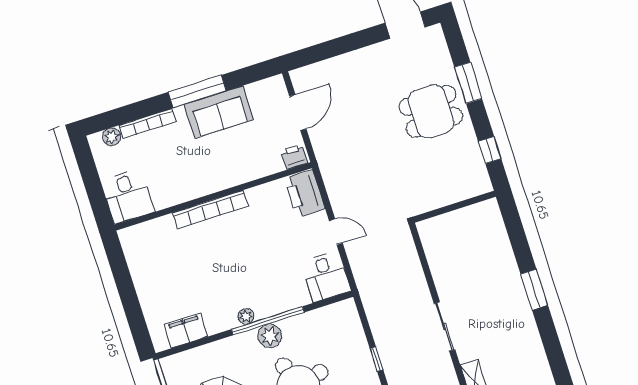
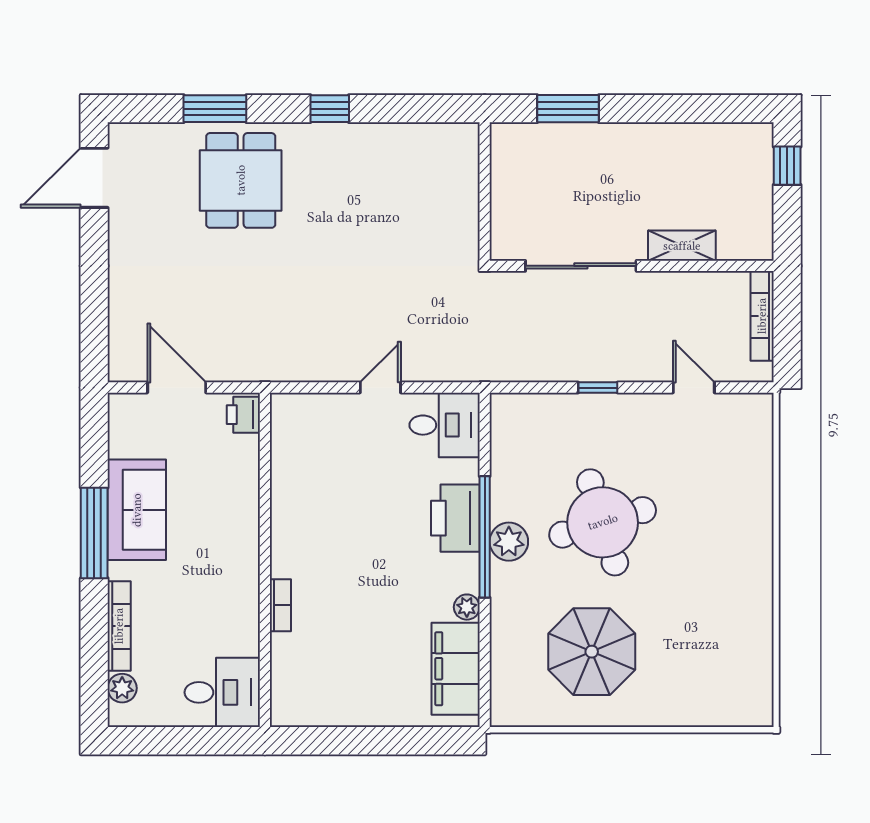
printer: (305, 193) -> (455, 518), moved, turned 90
wall: (454, 207) -> (485, 191), moved
bookcase: (210, 209) -> (280, 605), width x0.43, depth x0.76
plant: (246, 316) -> (467, 607), moved
sliding door: (445, 326) -> (581, 266), width x1.37
filing cabinet: (186, 330) -> (456, 669), width x1.50, depth x1.17

